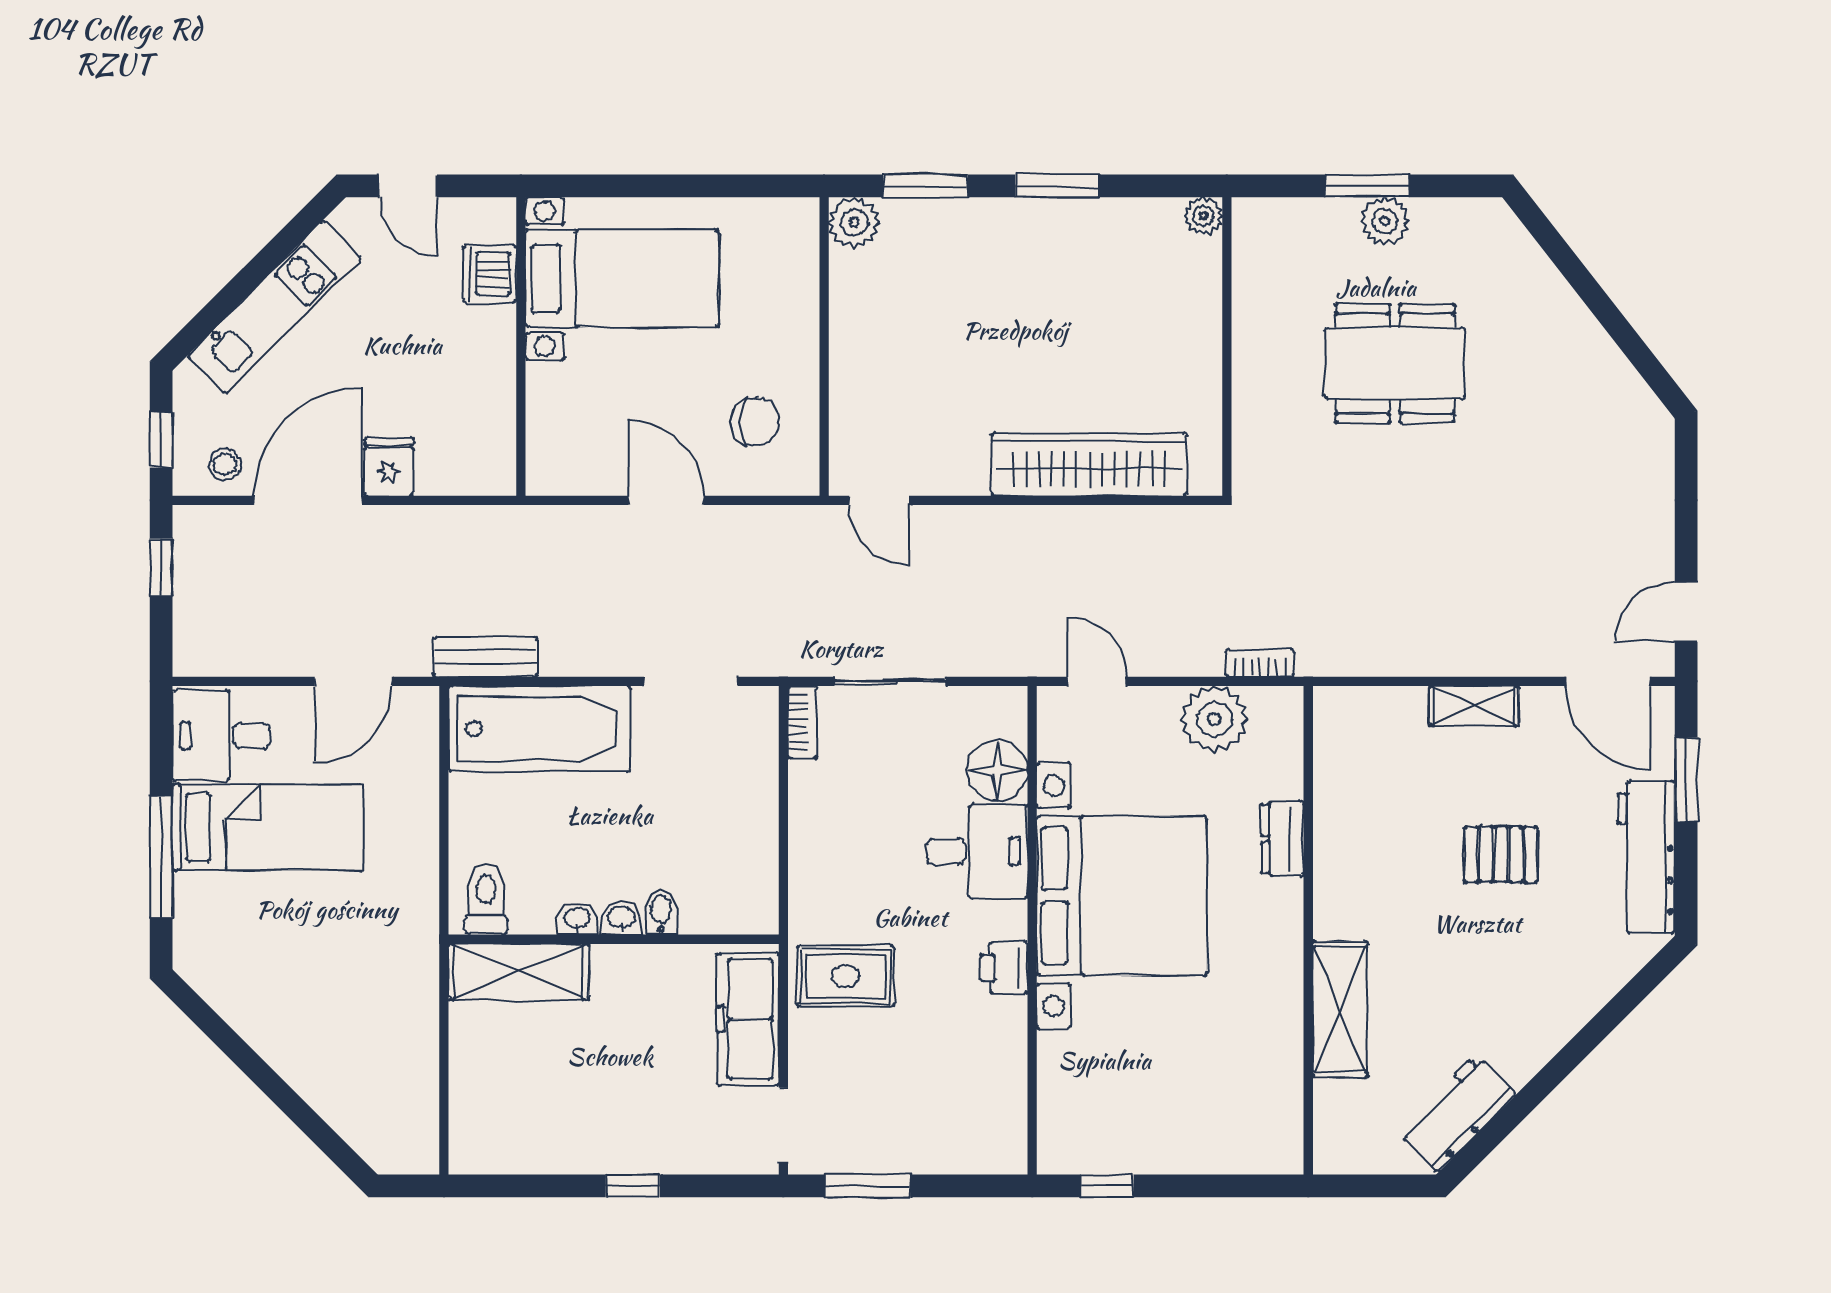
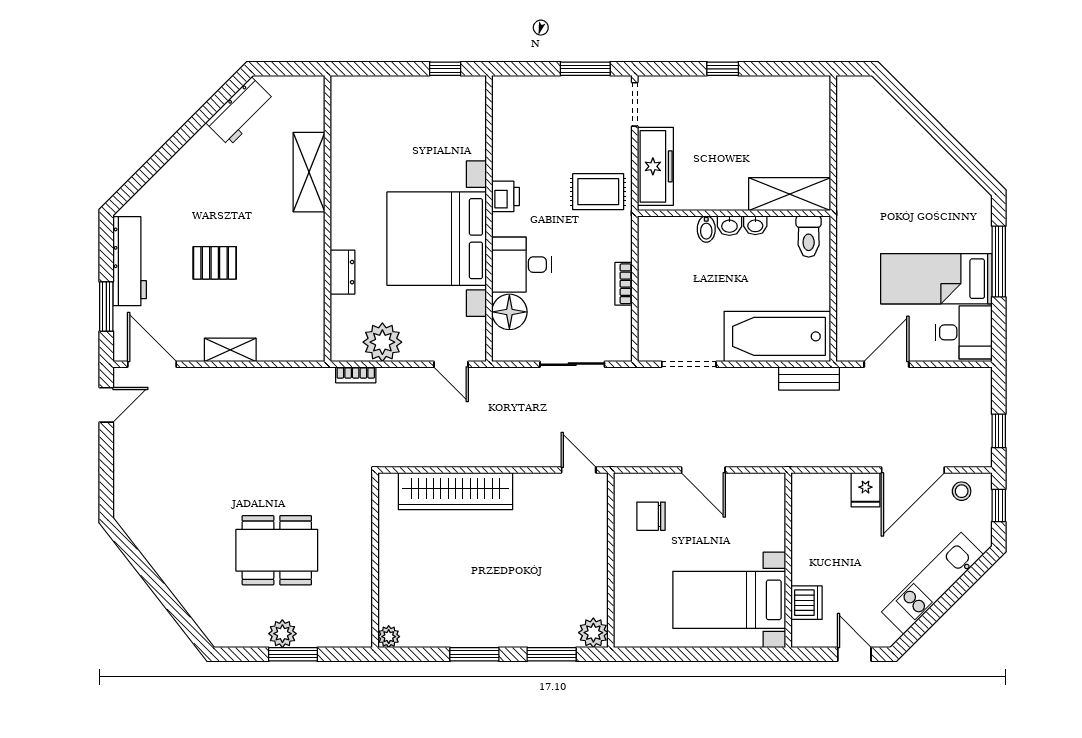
bookcase: (802, 722) -> (623, 284), moved

